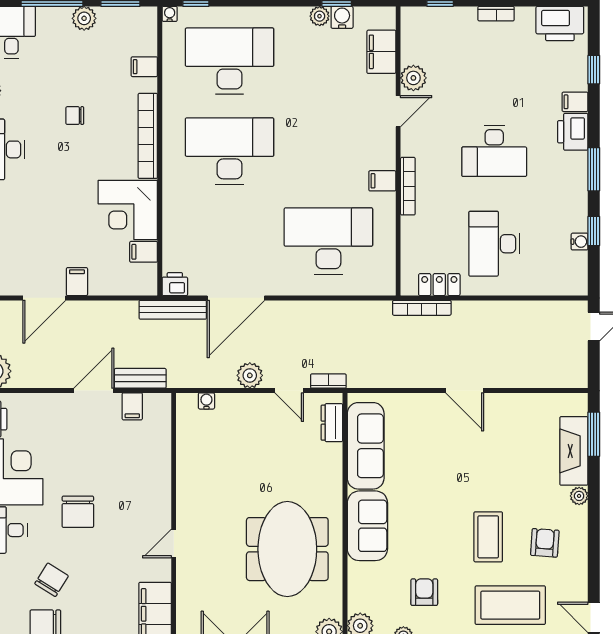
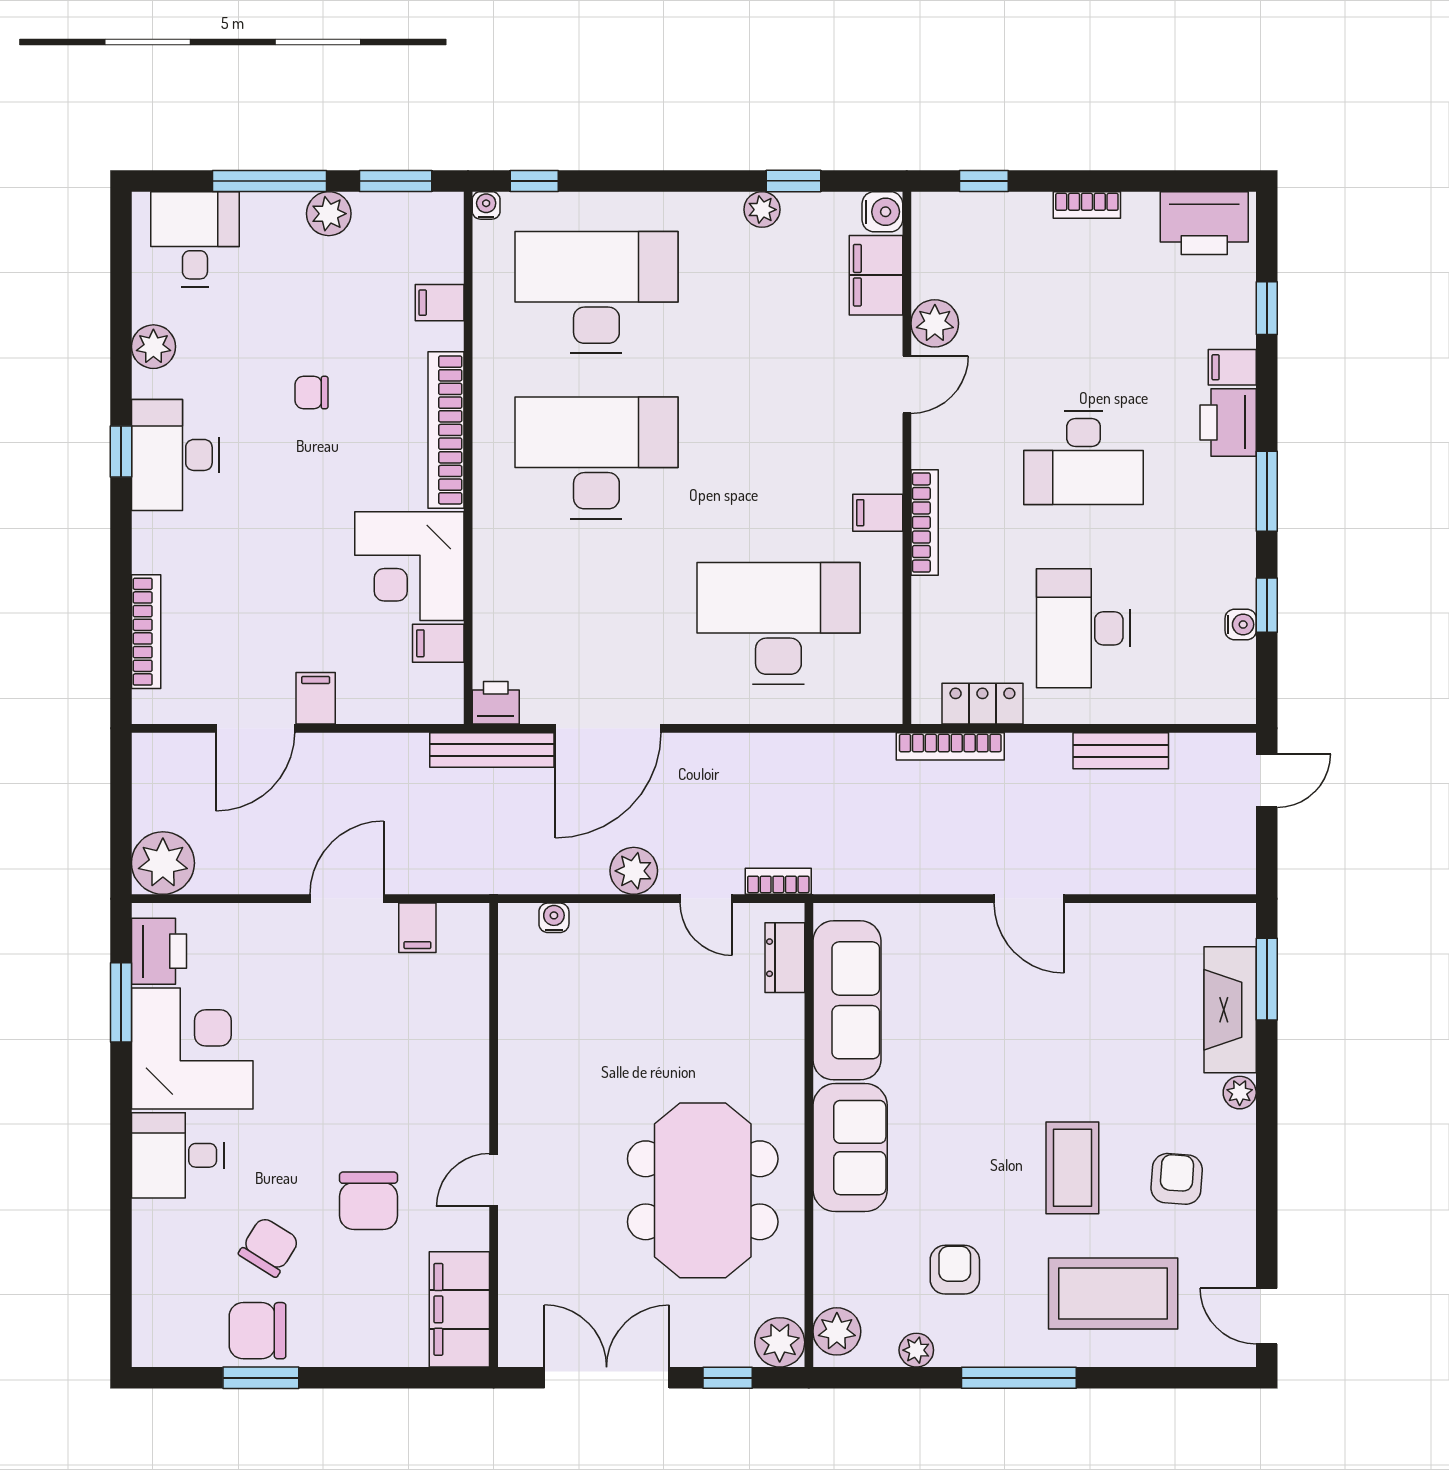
water cooler: (342, 17) -> (882, 212), moved, turned 90
bench: (140, 378) -> (1121, 751), moved
chair: (78, 512) -> (368, 1201), moved

